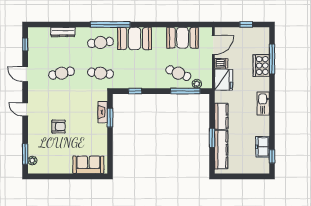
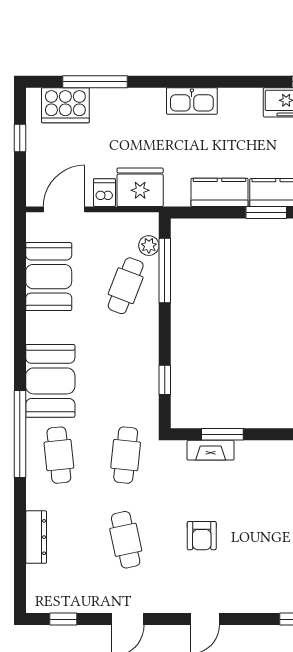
door: (213, 45) -> (64, 209), hinge flipped
cooker: (261, 66) -> (65, 105), moved
armchair: (59, 127) -> (202, 536), moved, turned 180

